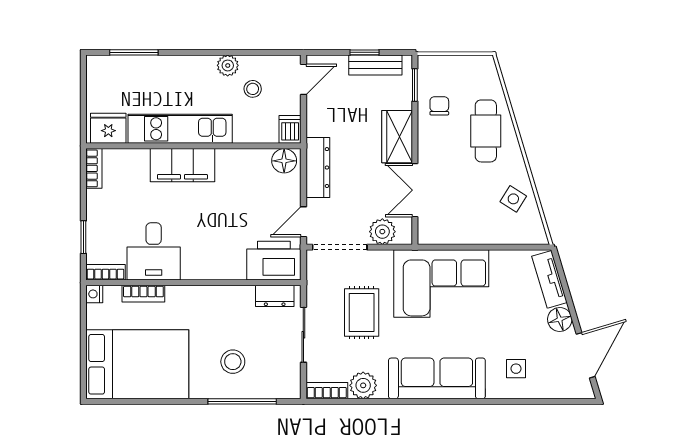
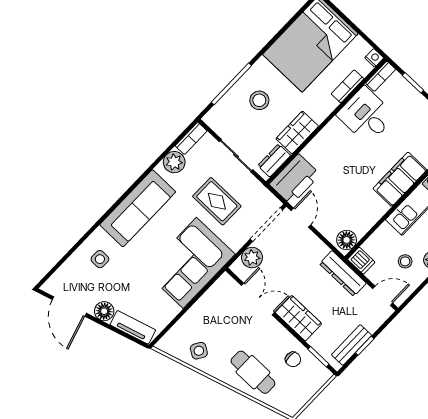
door: (303, 79) -> (383, 296), swing flipped
dresser: (318, 168) -> (343, 273), moved
wardrobe: (229, 299) -> (297, 132), added

